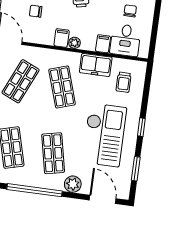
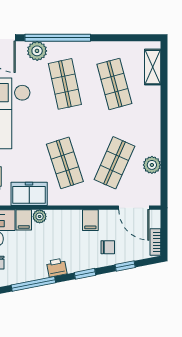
filing cabinet: (62, 38) -> (90, 220), moved
plant: (74, 43) -> (40, 216), moved
window: (35, 190) -> (58, 38), moved

